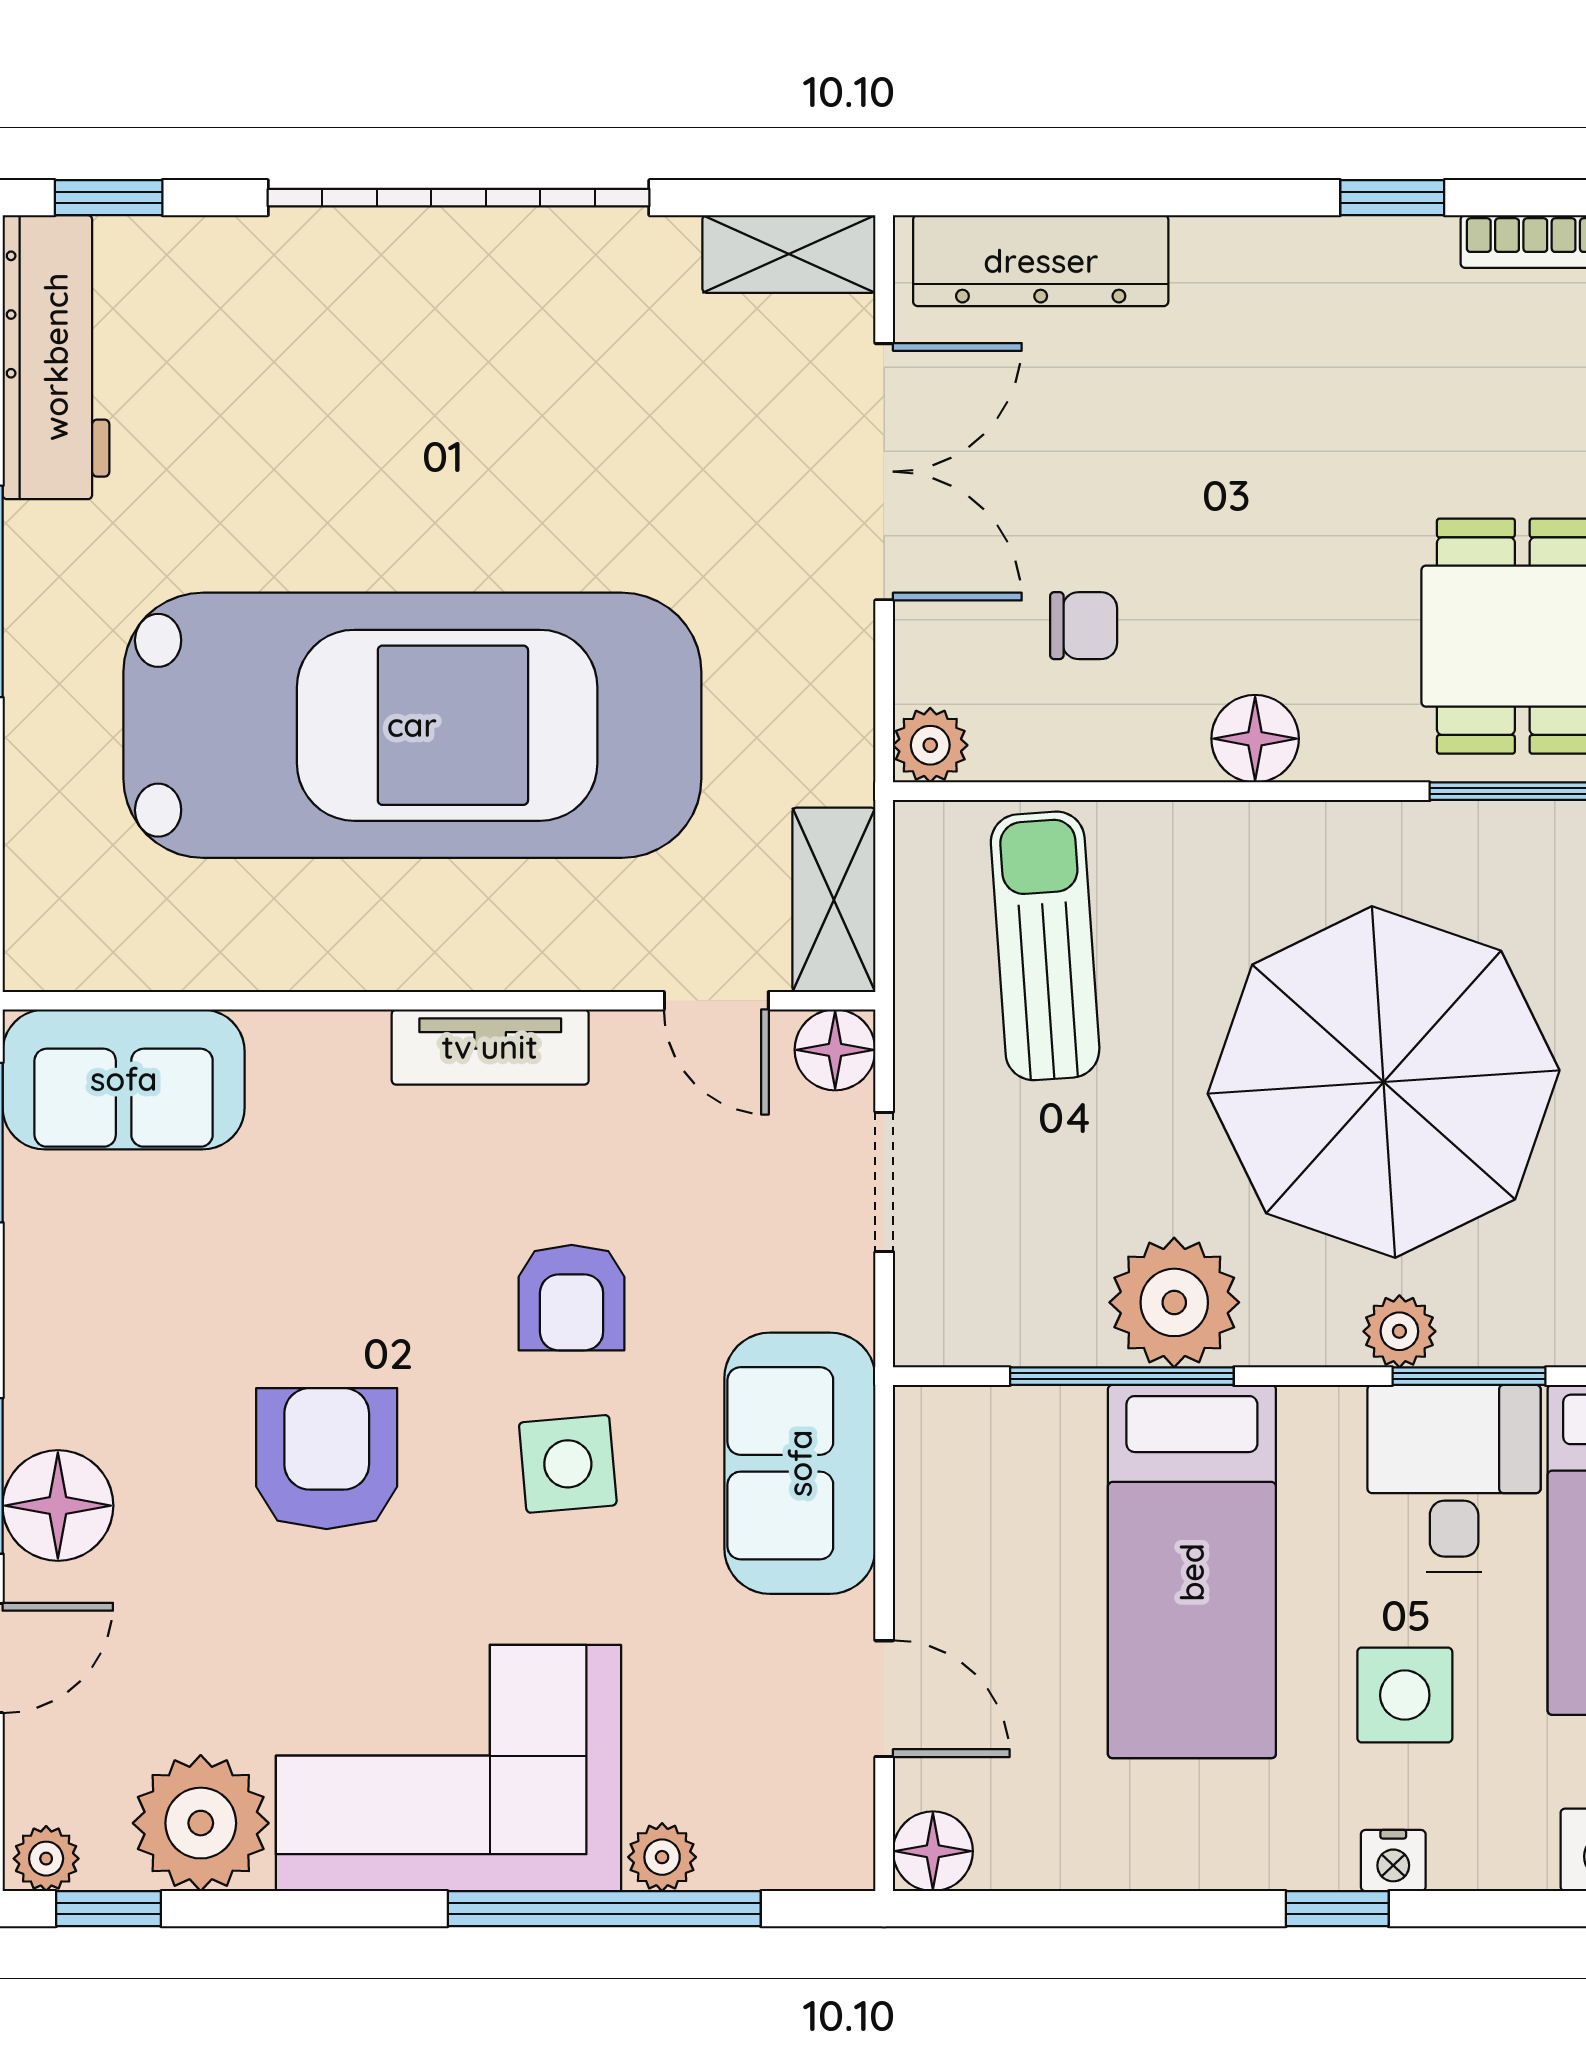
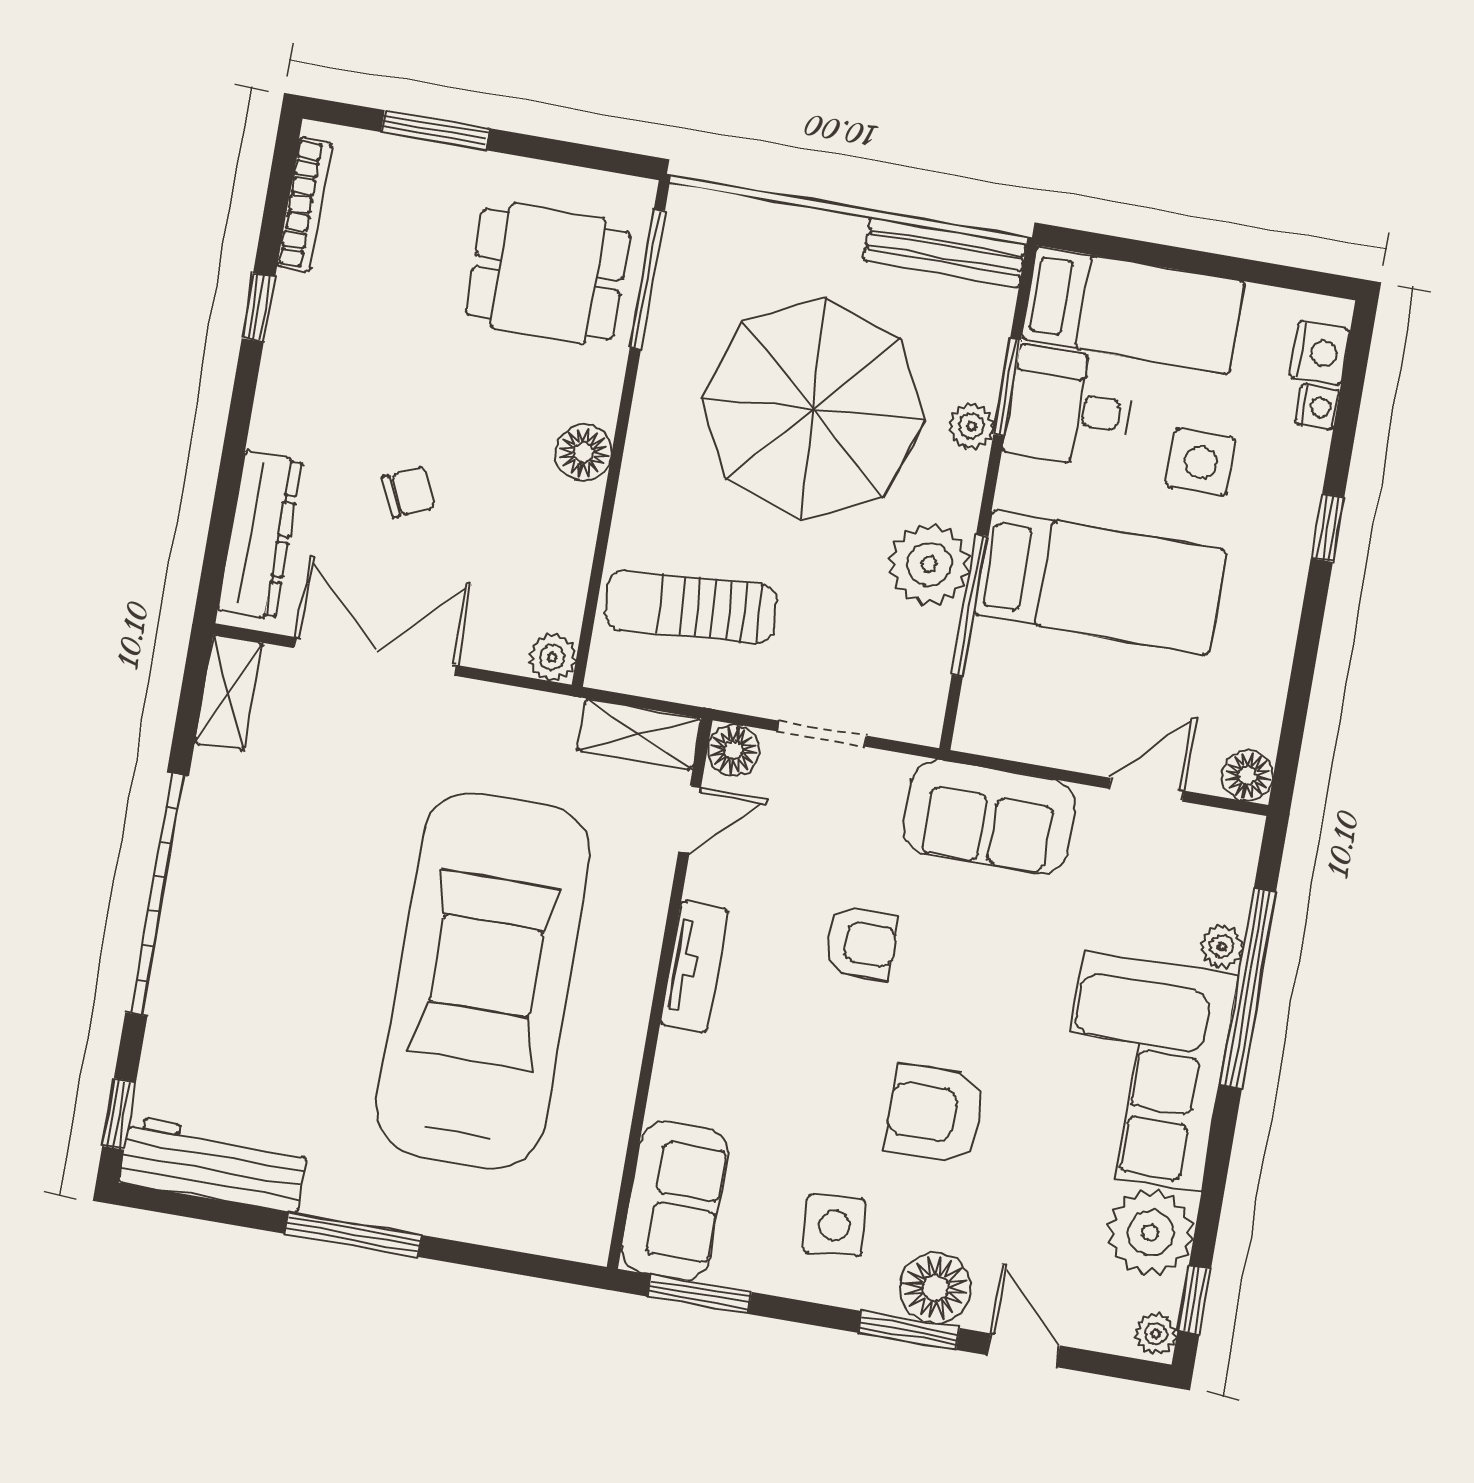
chair: (1084, 626) -> (408, 492), moved, turned 66
side table: (568, 1464) -> (835, 1226), moved
nightstand: (1393, 1861) -> (1317, 407), moved

